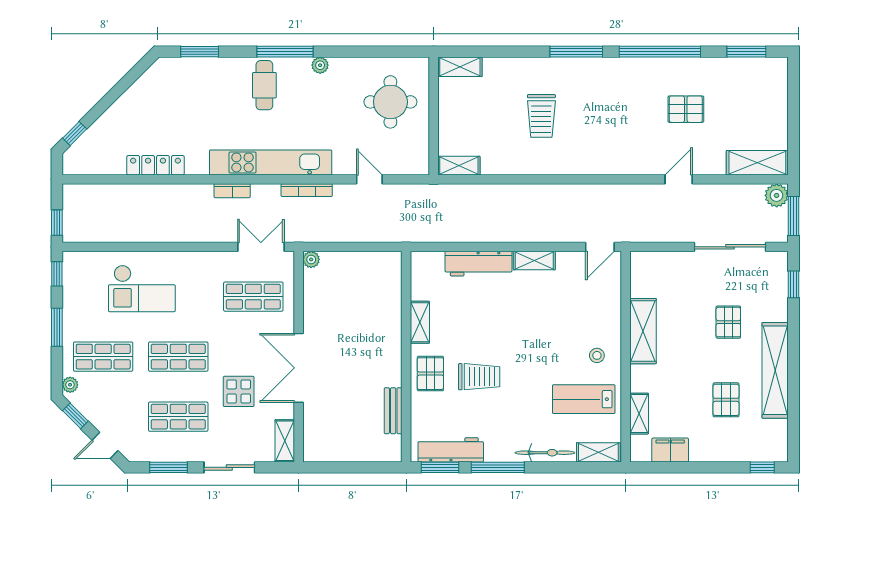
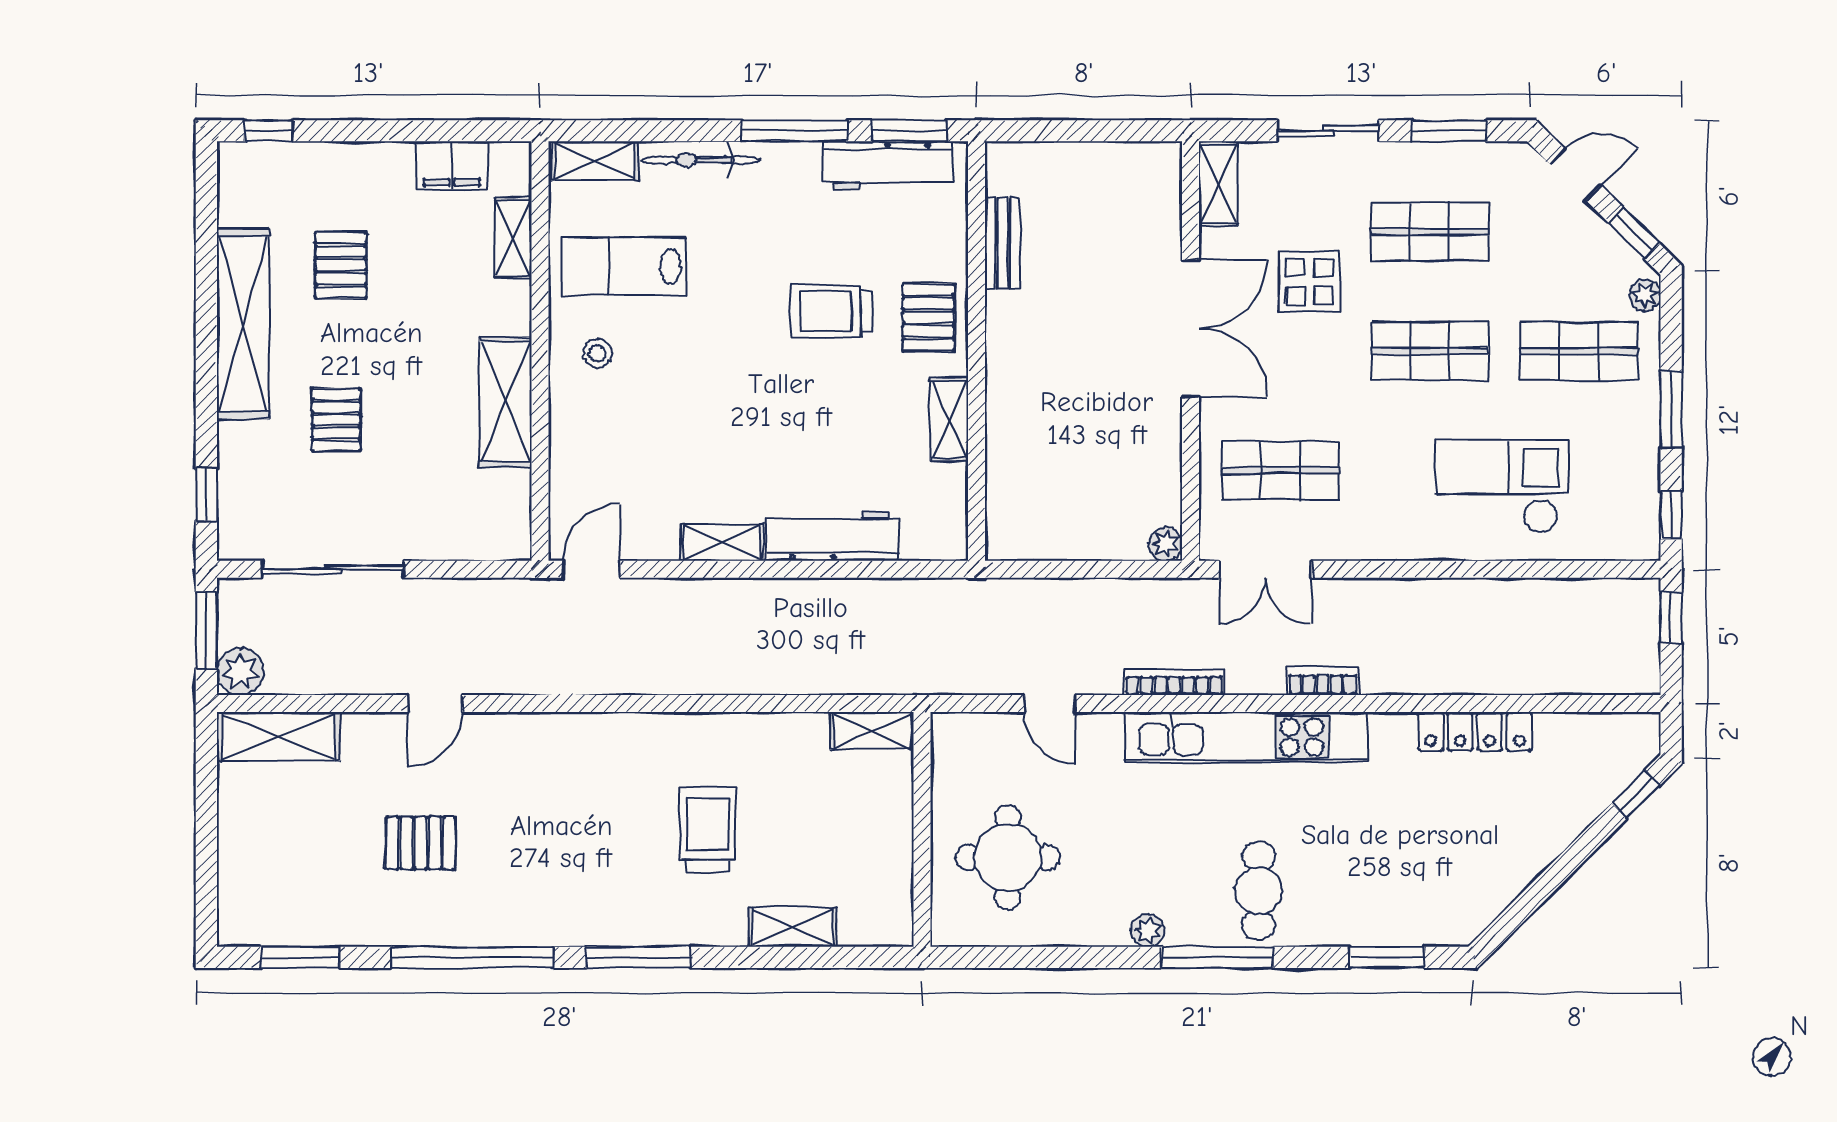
shelving: (460, 67) -> (792, 927), moved
lab bench: (584, 399) -> (624, 267), turned 180

